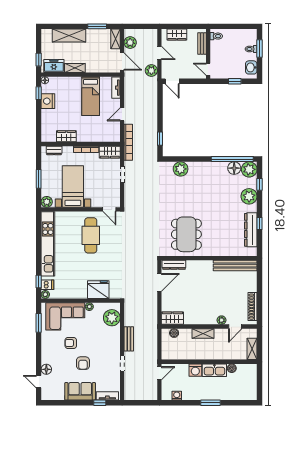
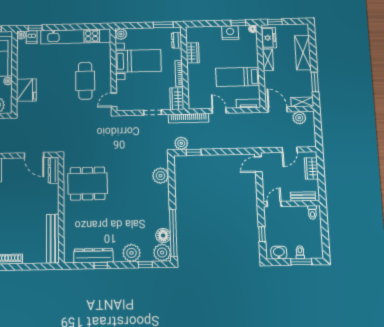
door: (122, 62) -> (278, 110), swing flipped
plant: (151, 70) -> (181, 143), moved
window: (39, 179) -> (163, 25), moved
cafe table: (91, 235) -> (85, 81), turned 90

